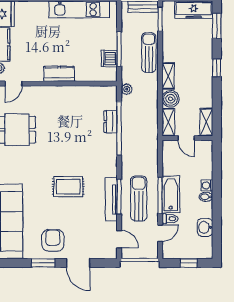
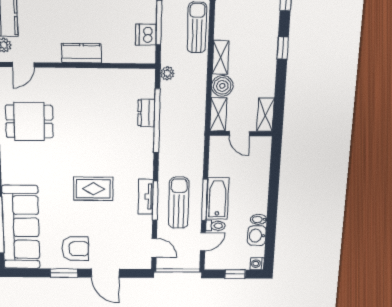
washing machine: (207, 185) -> (257, 264), moved
bidet: (206, 197) -> (259, 219), moved
tv unit: (111, 199) -> (146, 197), width x0.71
armchair: (53, 240) -> (75, 249), turned 90

